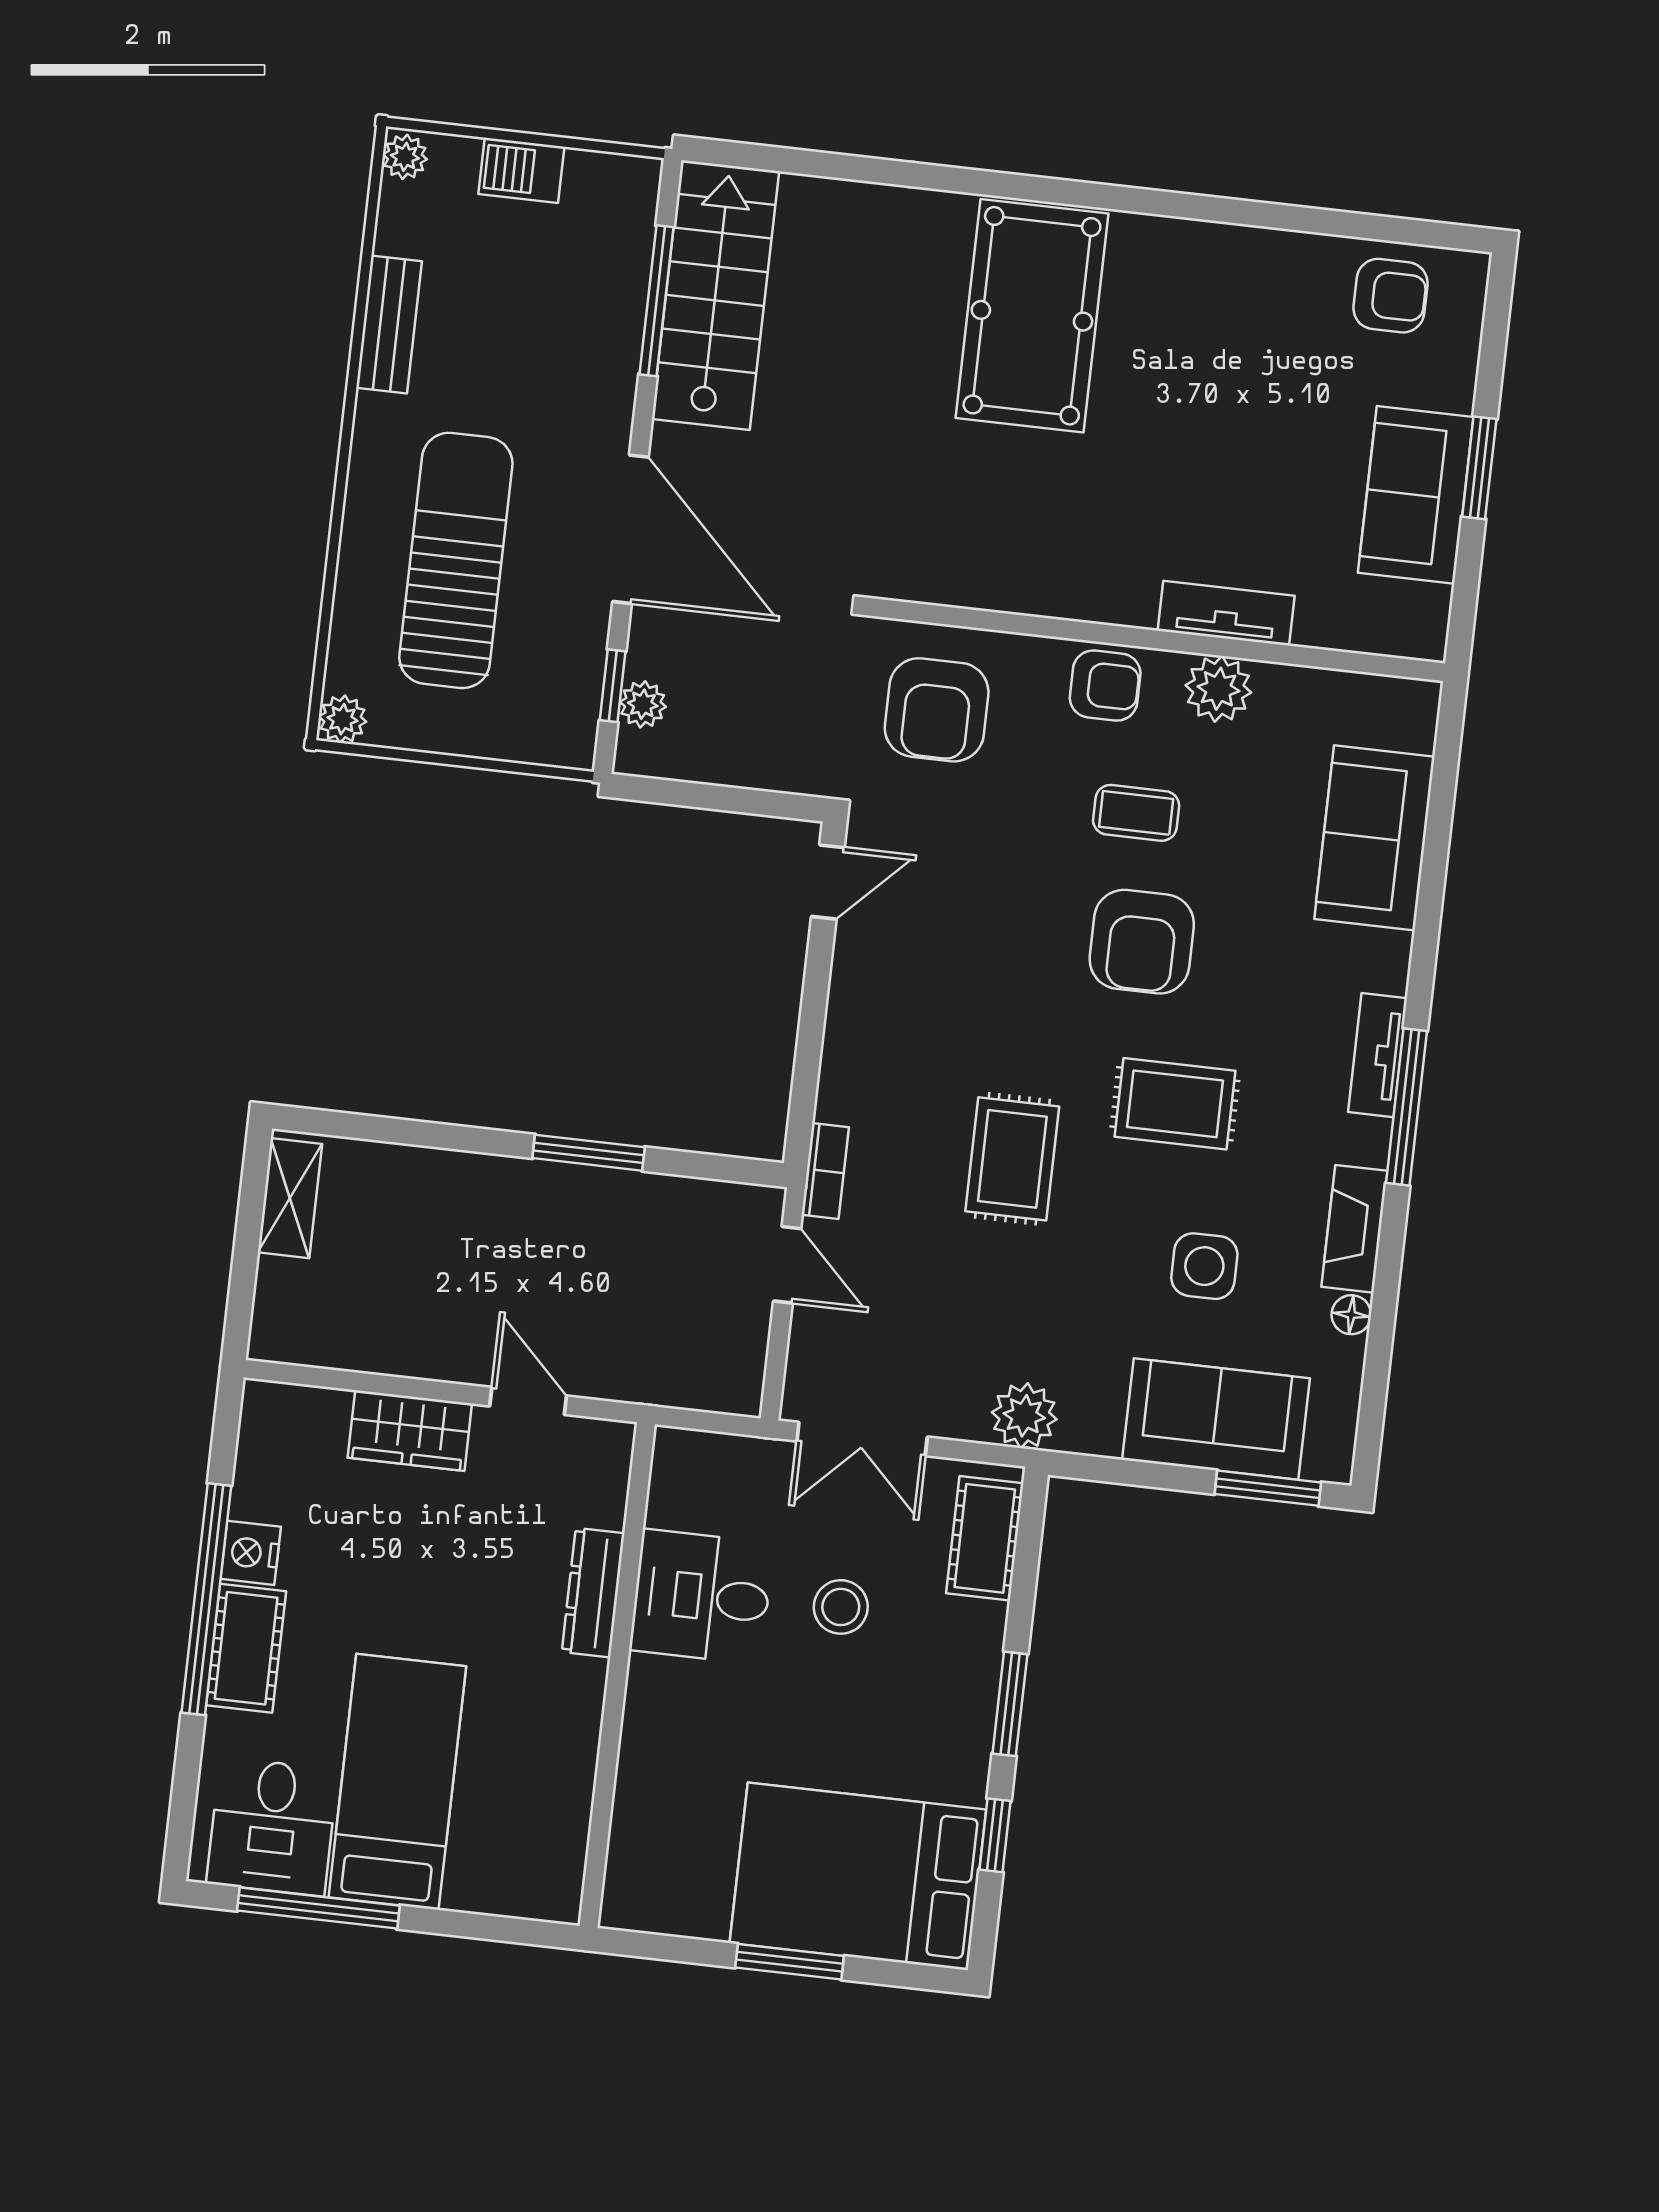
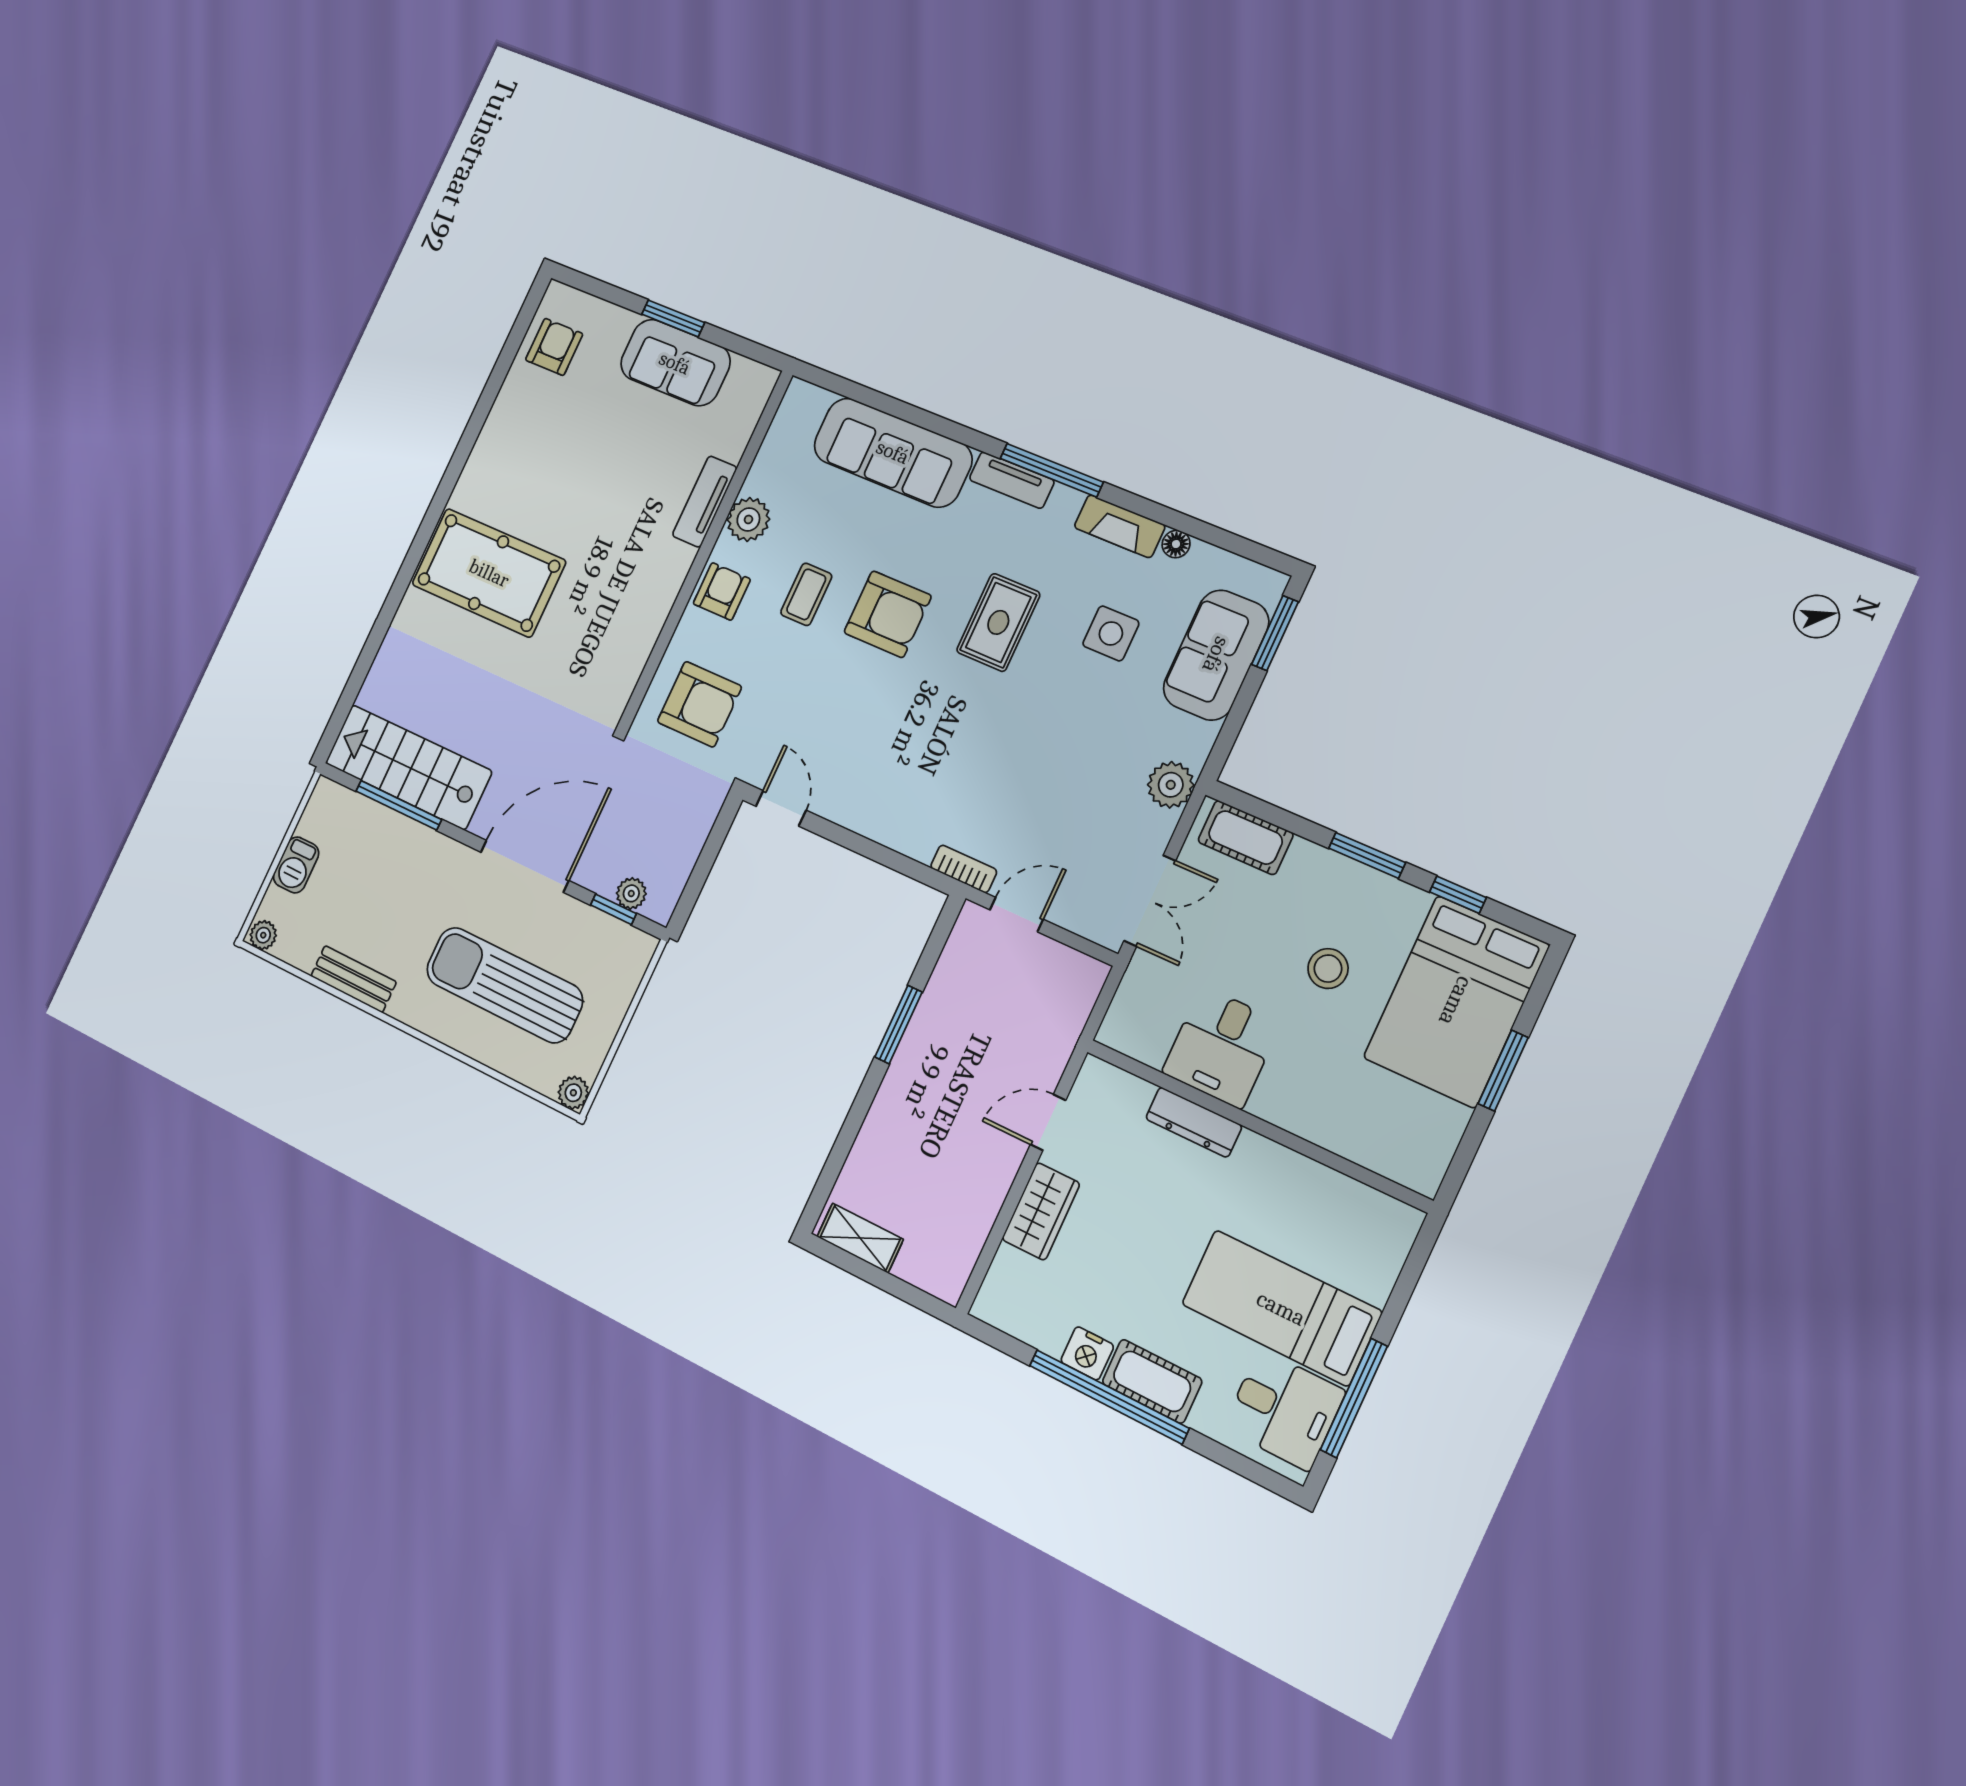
sofa: (1374, 838) -> (893, 452), width x1.36
rug: (1012, 1159) -> (998, 741), removed
stool: (841, 1607) -> (1328, 969), moved

